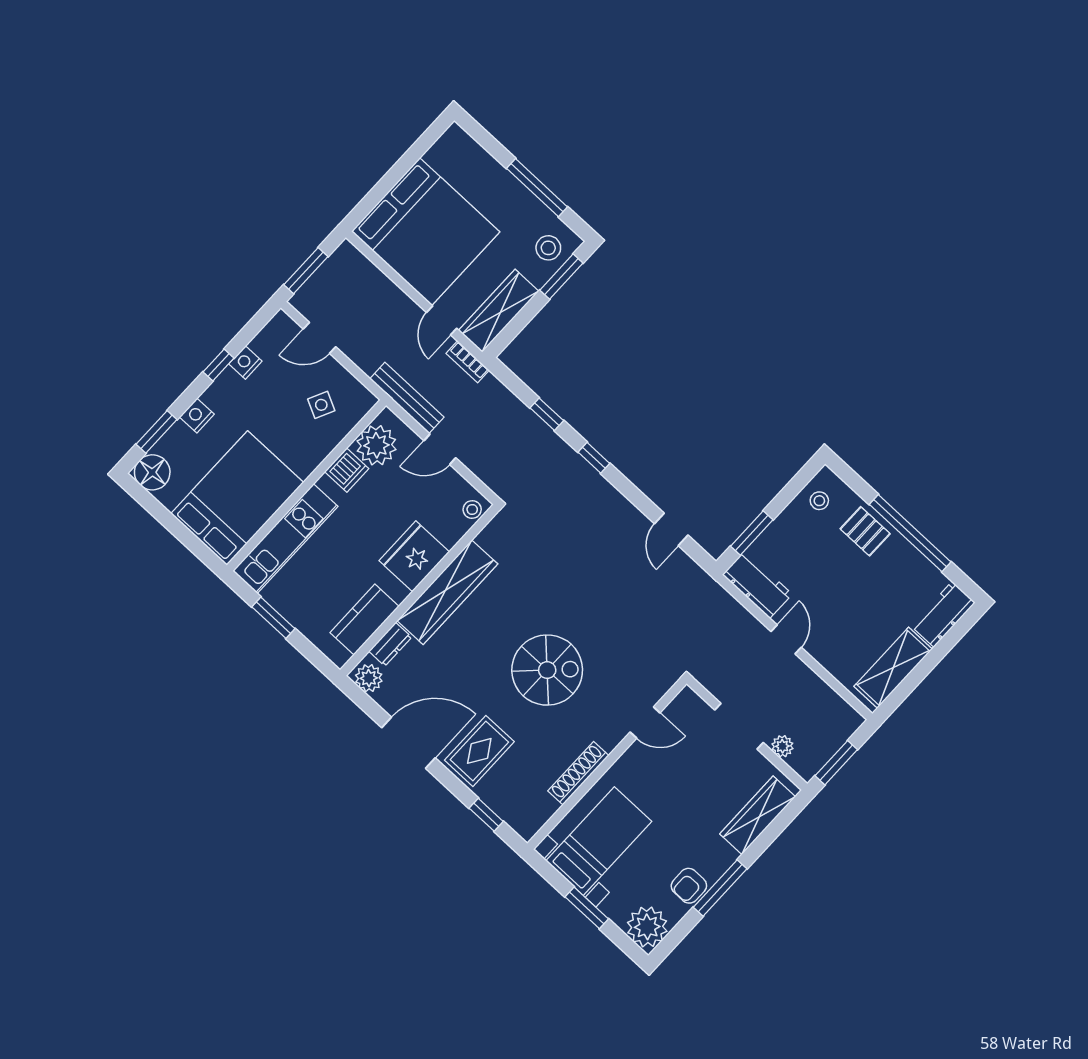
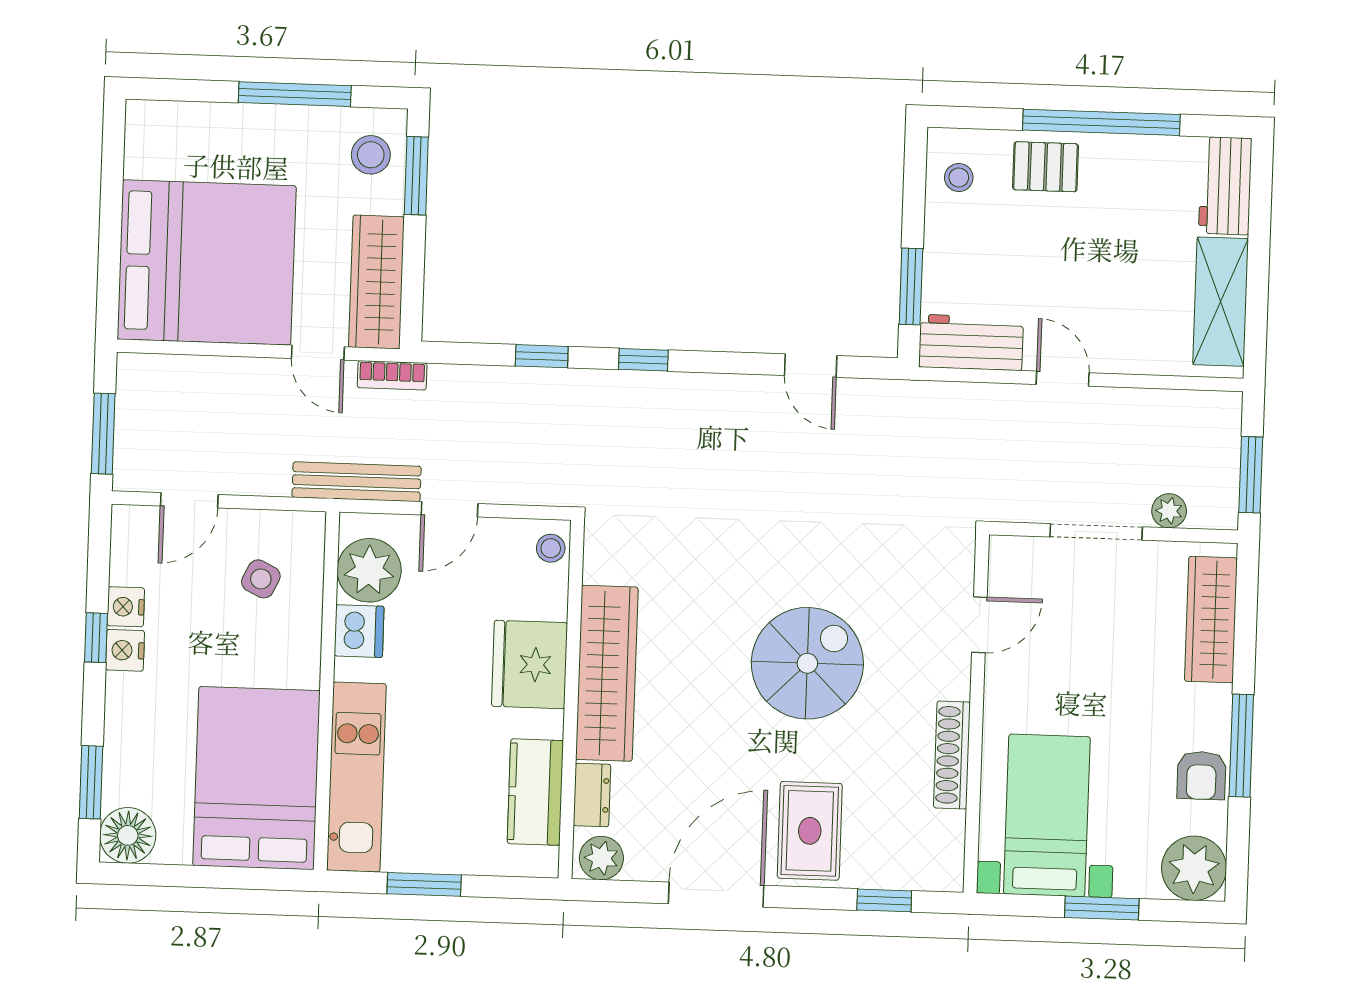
nightstand: (197, 416) -> (125, 650), moved

